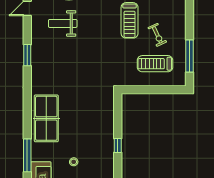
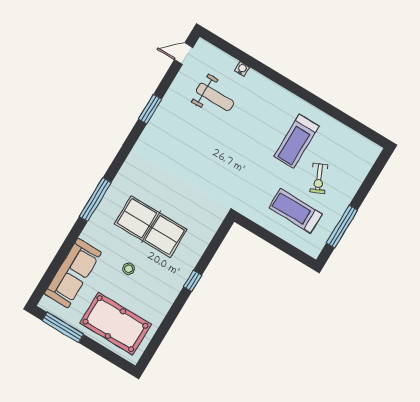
weight bench: (63, 23) -> (215, 97), turned 180
table tennis table: (46, 118) -> (151, 227), moved, turned 90
window: (27, 155) -> (95, 200), moved

